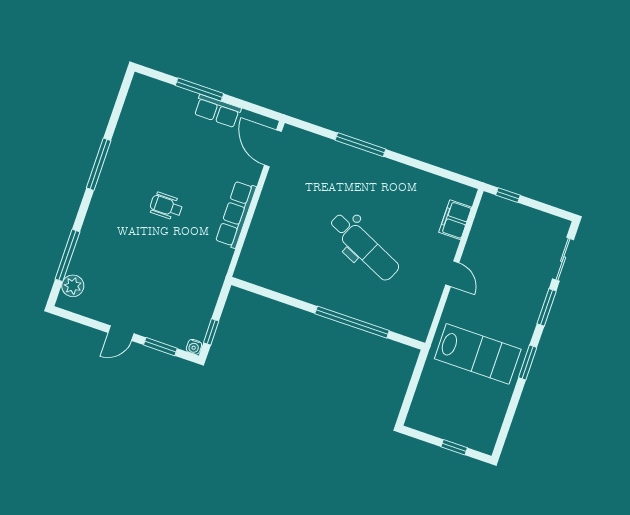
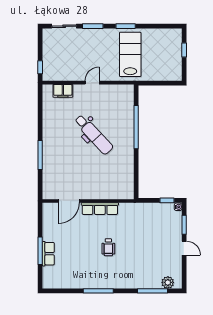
row of seats: (217, 111) -> (48, 254), moved
door: (273, 148) -> (69, 201), moved
dental chair: (364, 246) -> (94, 135), turned 112

